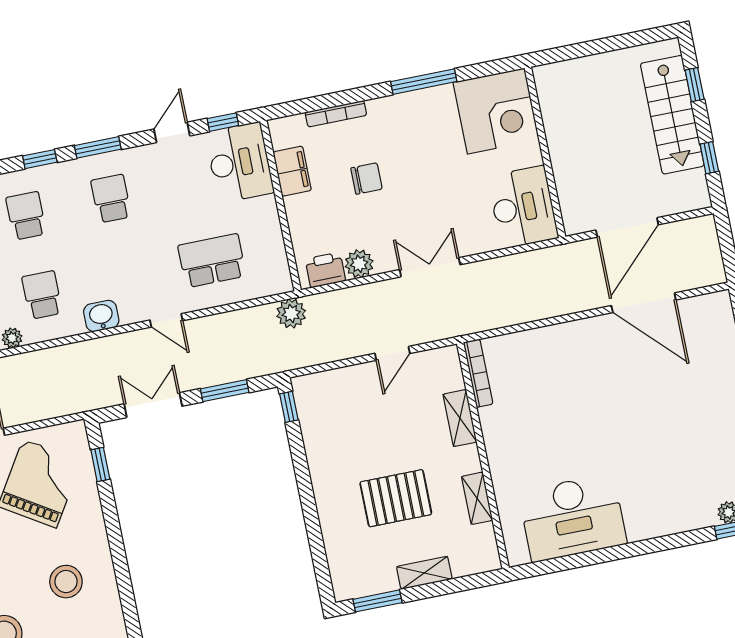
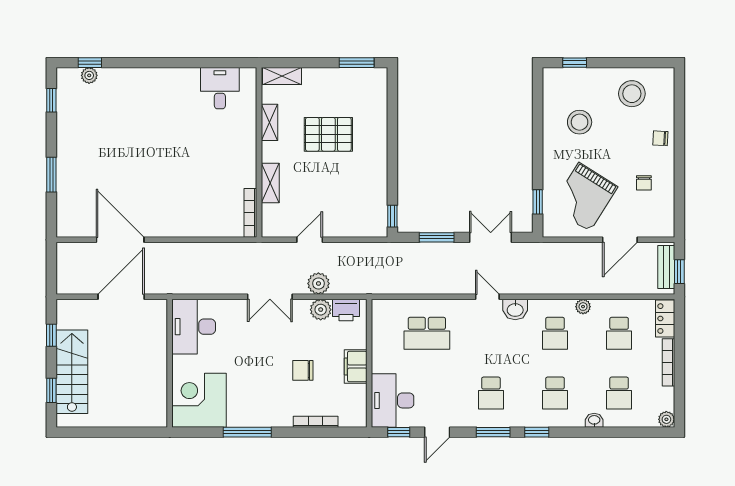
filing cabinet: (292, 171) -> (356, 367), moved
plant: (291, 313) -> (318, 283), moved
door: (166, 320) -> (487, 297), moved
double door: (153, 405) -> (491, 237), swing flipped
desk: (573, 518) -> (220, 88), width x0.53, depth x0.77
shelving: (424, 573) -> (282, 76), moved

